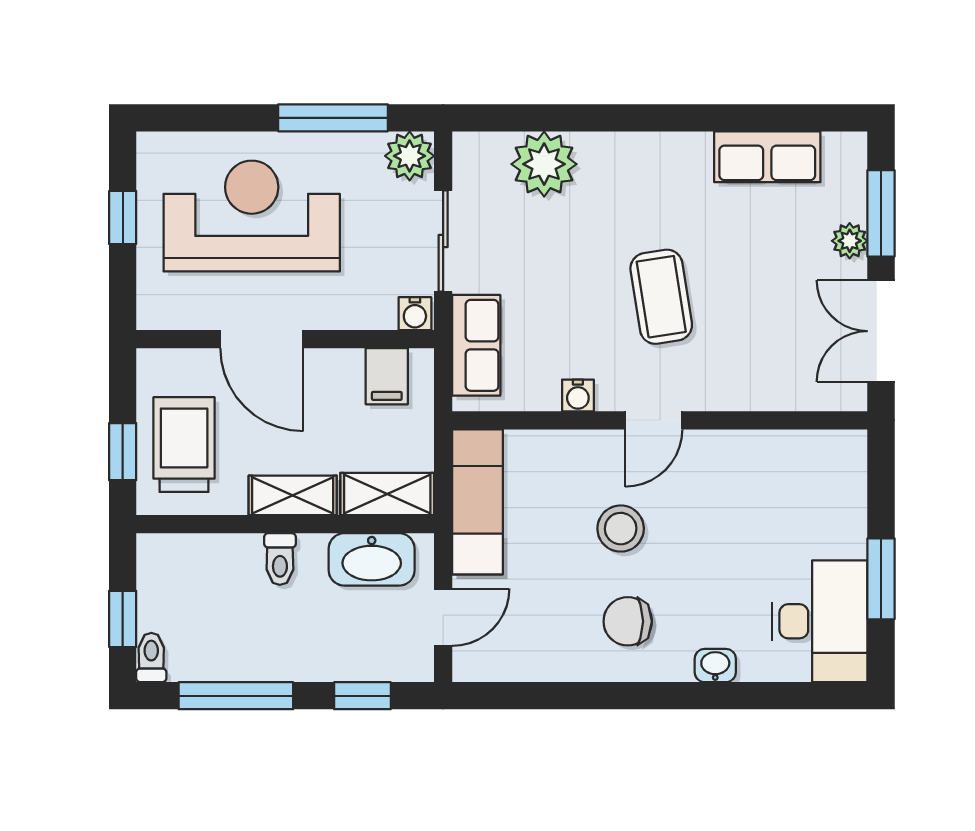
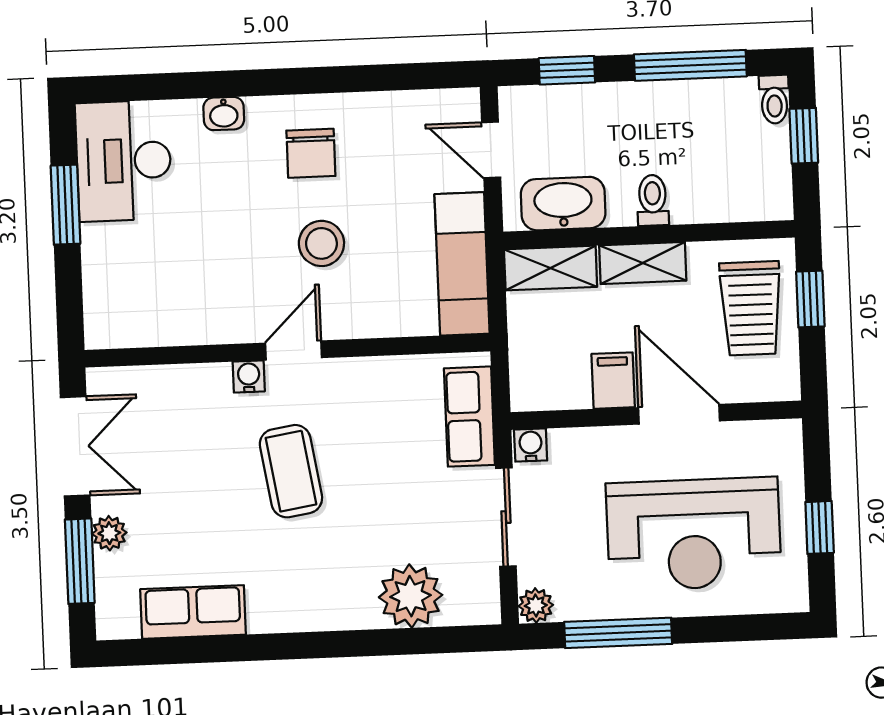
plant: (410, 156) -> (536, 605), width x0.73, depth x0.73
filing cabinet: (387, 376) -> (613, 381), moved
water cooler: (578, 395) -> (249, 376), moved
door: (443, 617) -> (491, 150), hinge flipped
chair: (628, 621) -> (311, 153), turned 90

